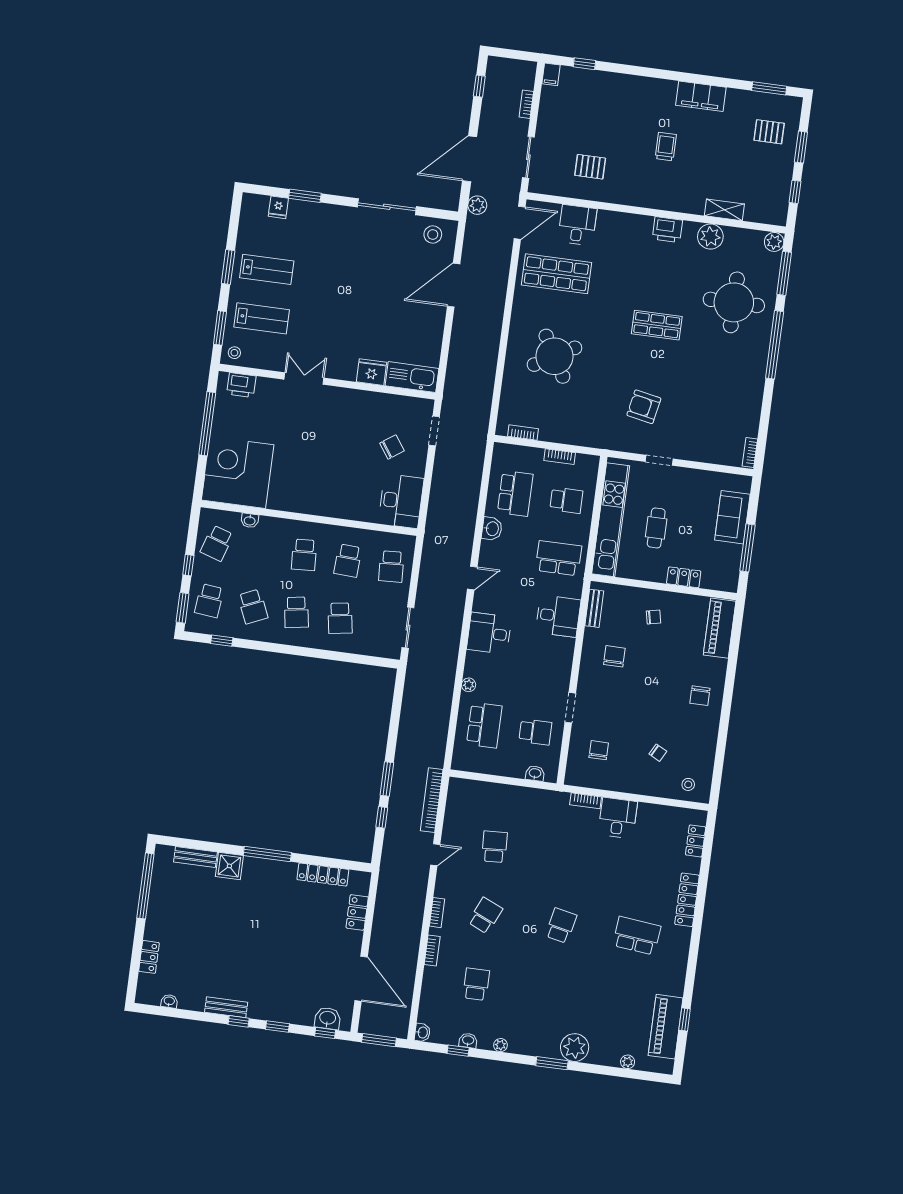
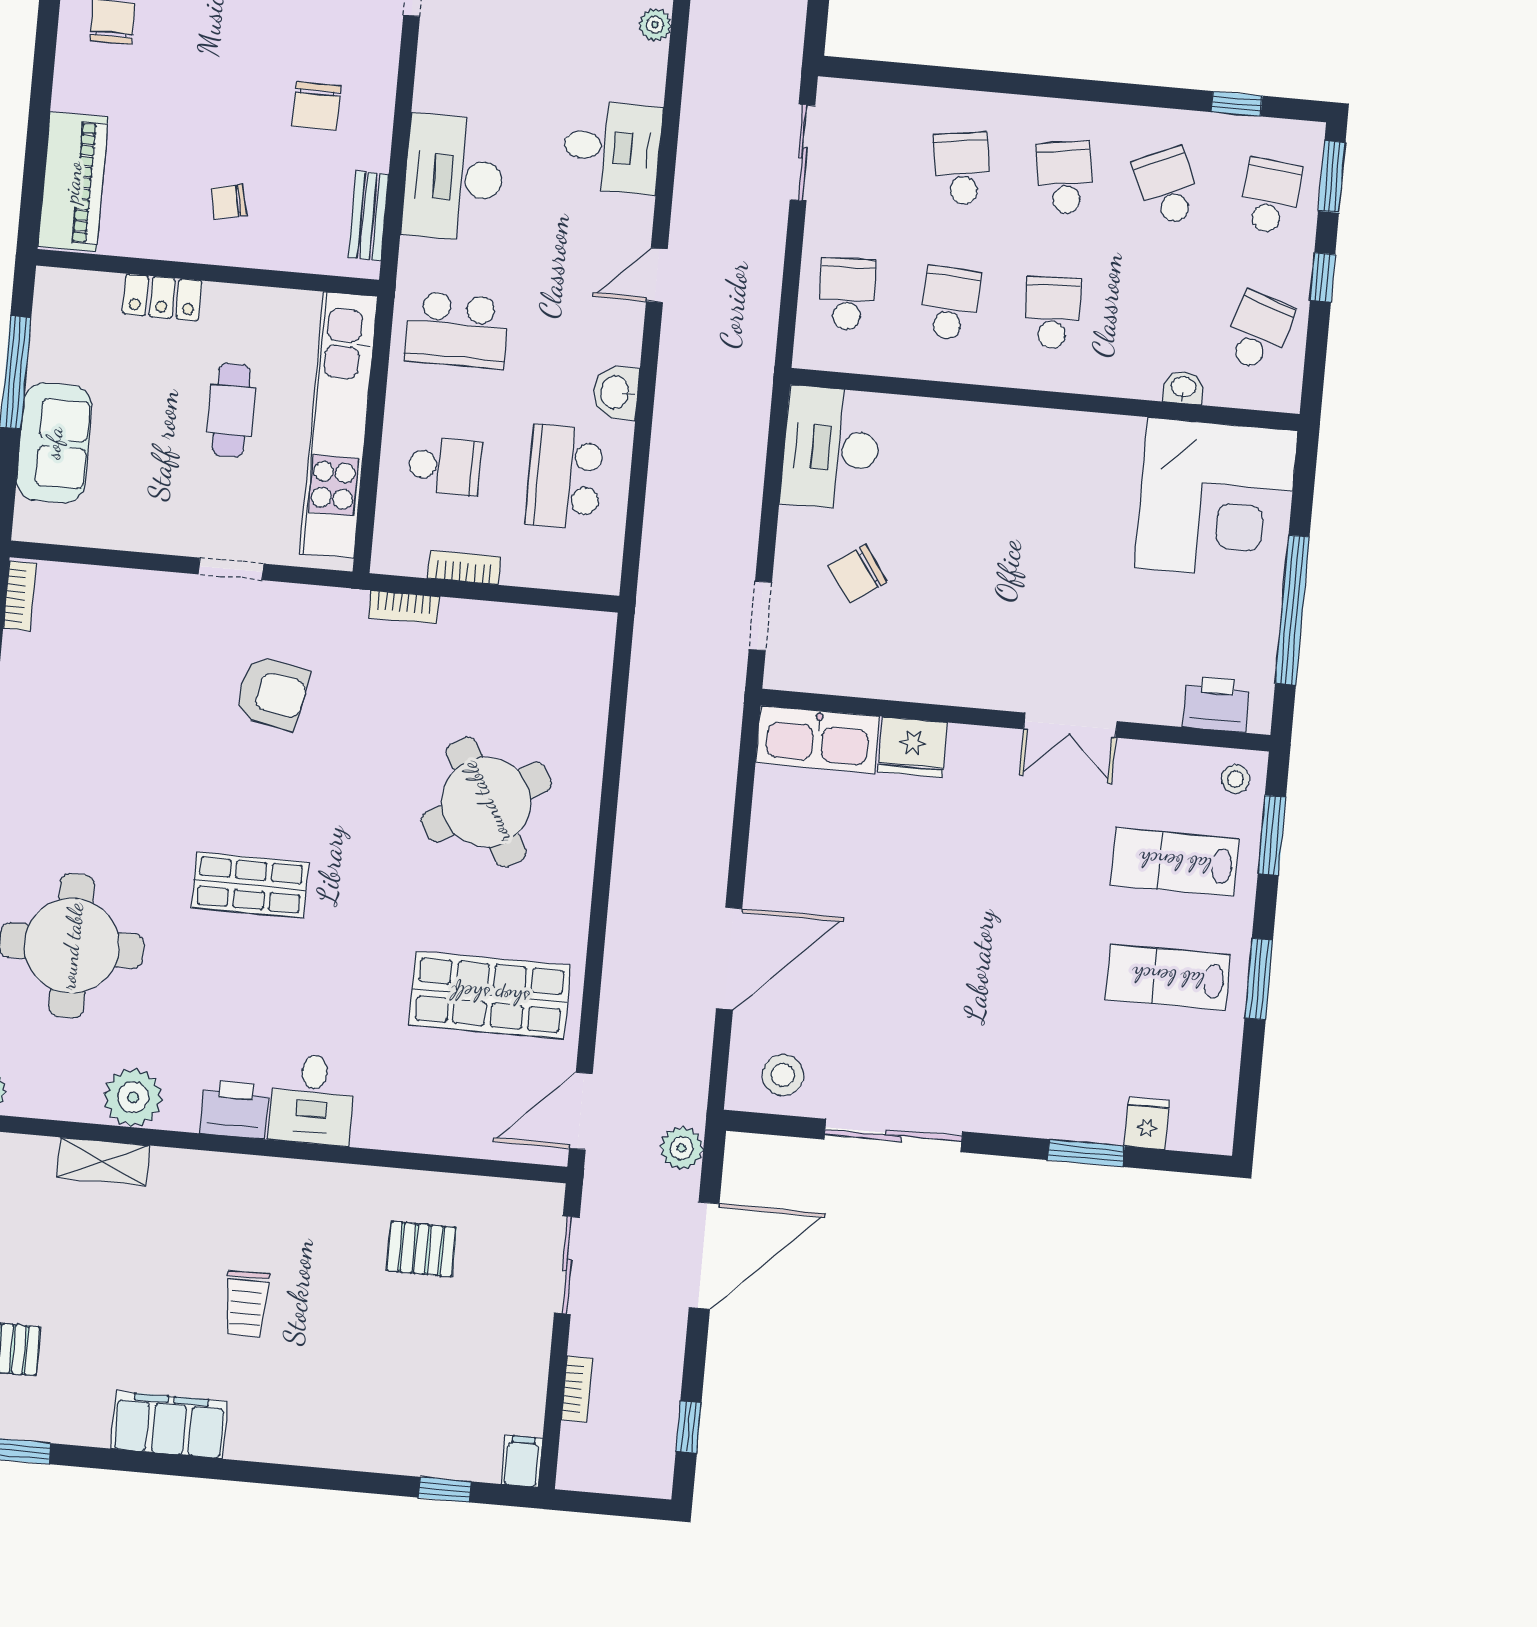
desk: (577, 225) -> (312, 1099), moved
bookcase: (523, 433) -> (404, 607), moved
school desk: (566, 500) -> (444, 466), turned 180
desk: (558, 616) -> (454, 178), width x1.37

